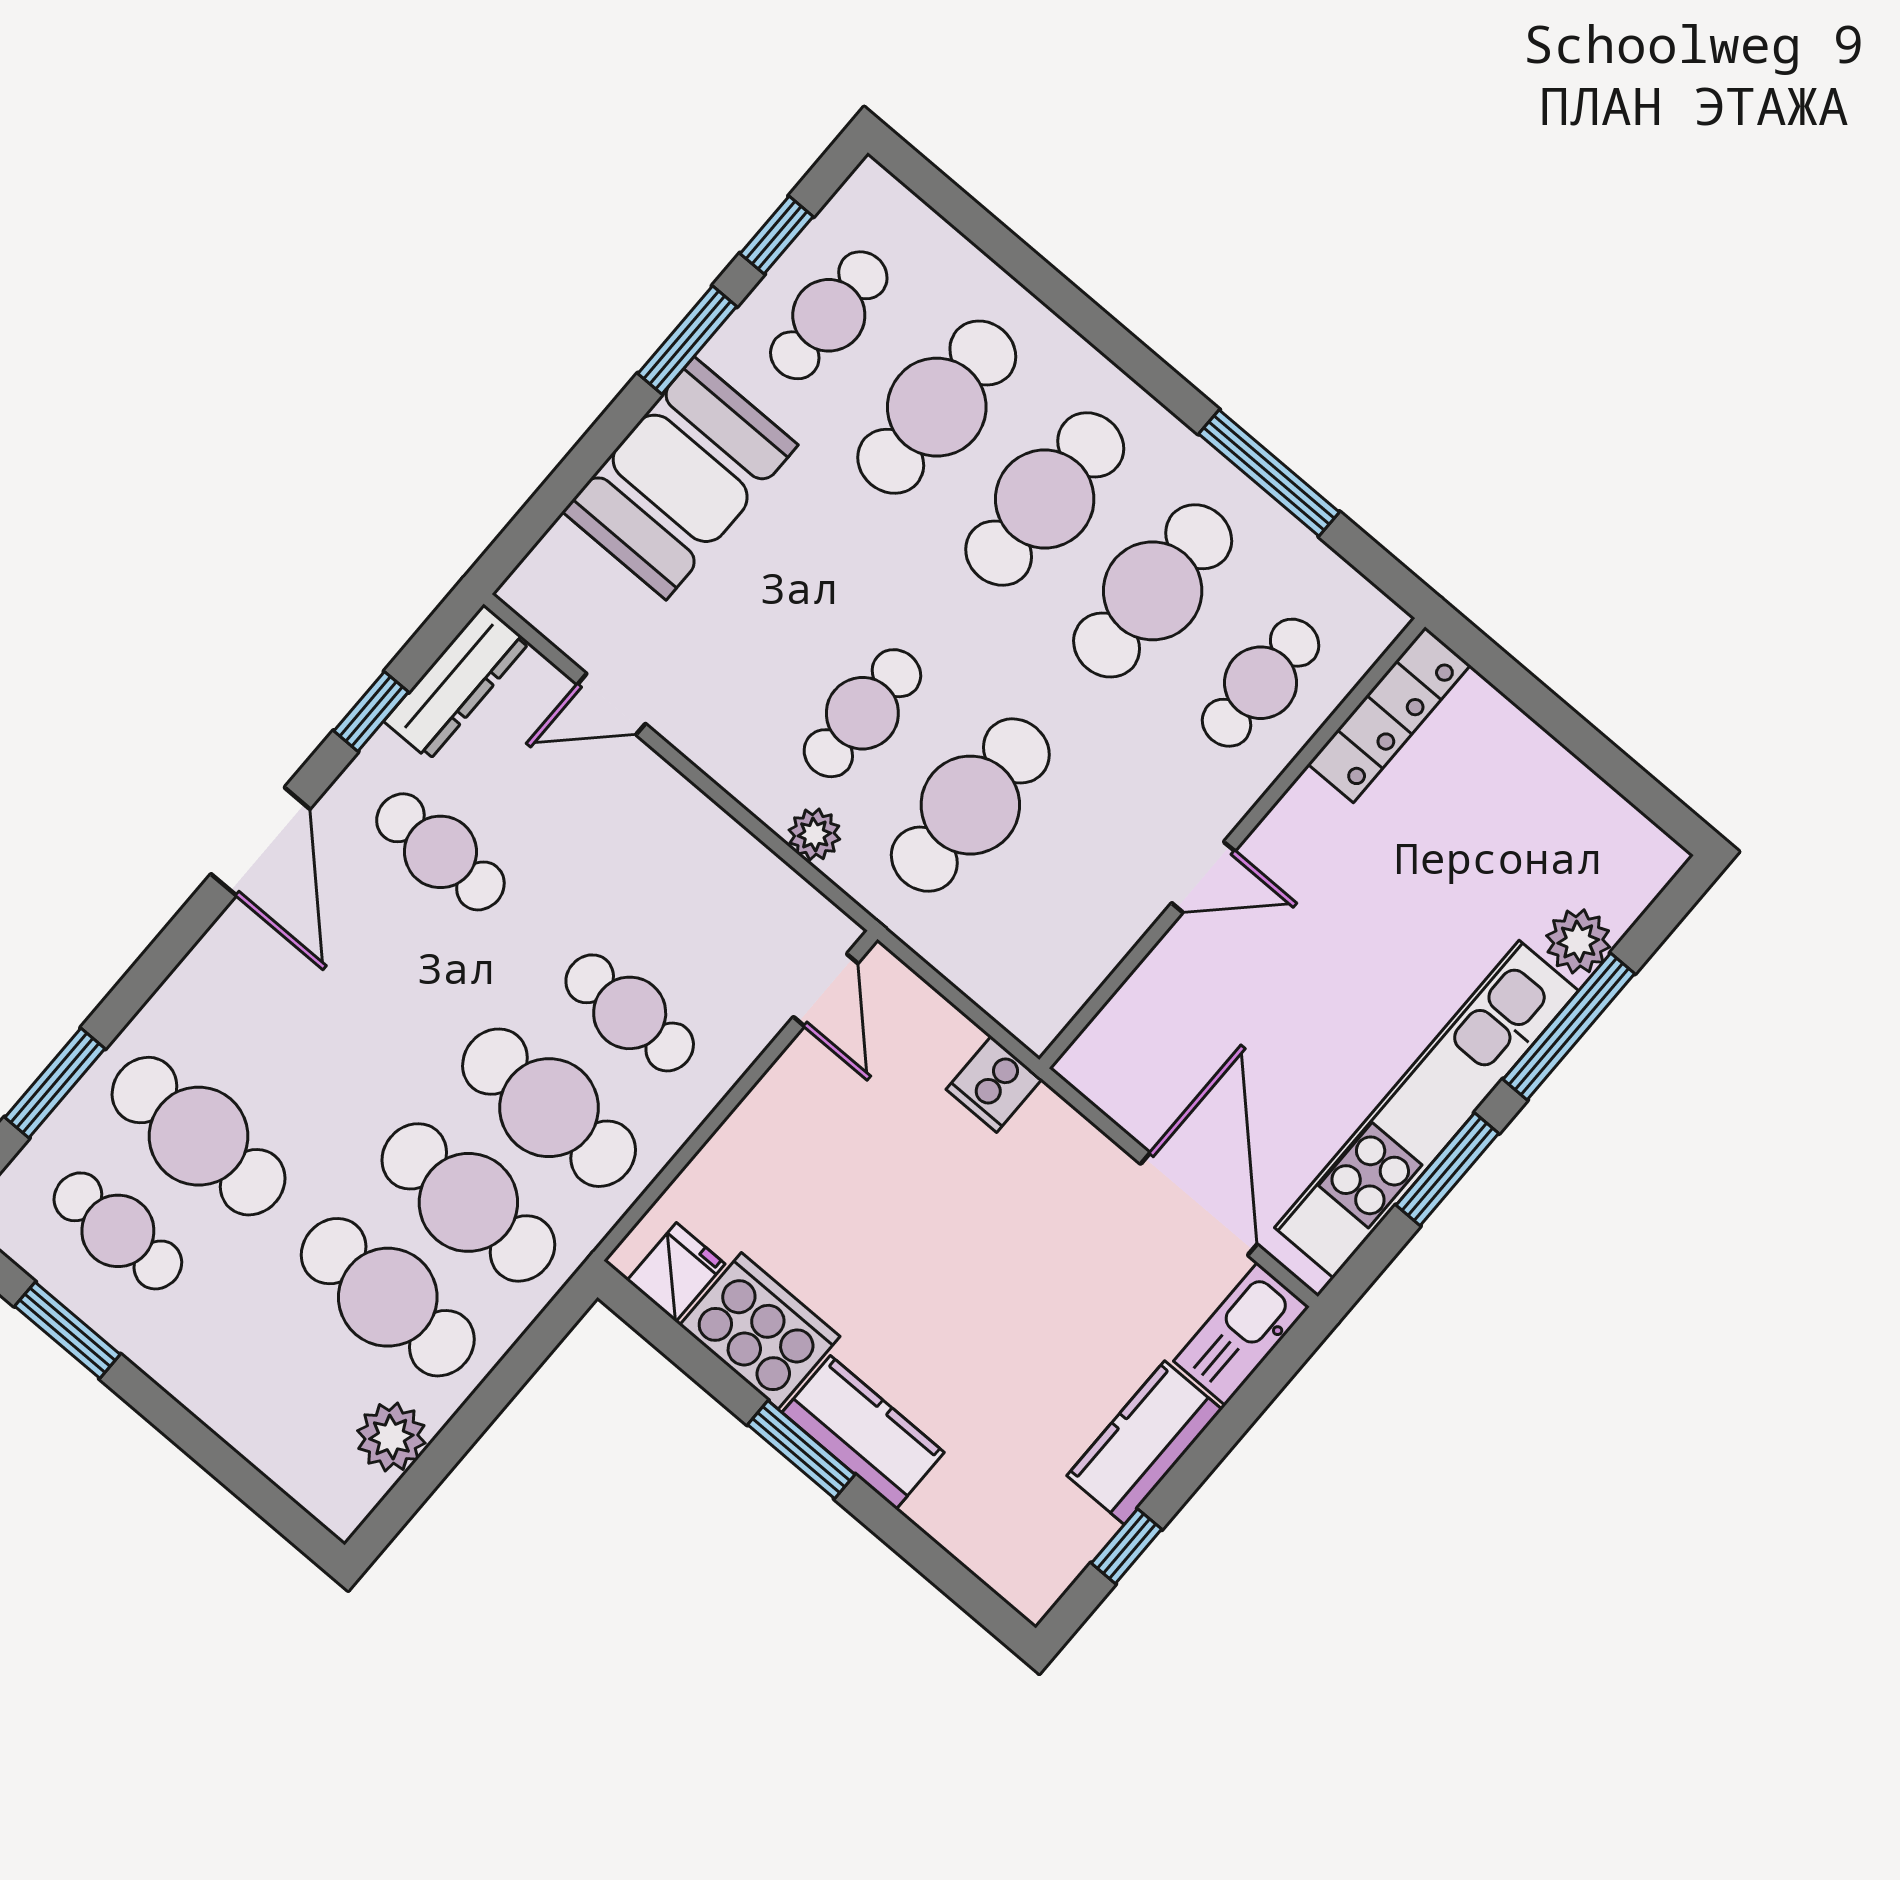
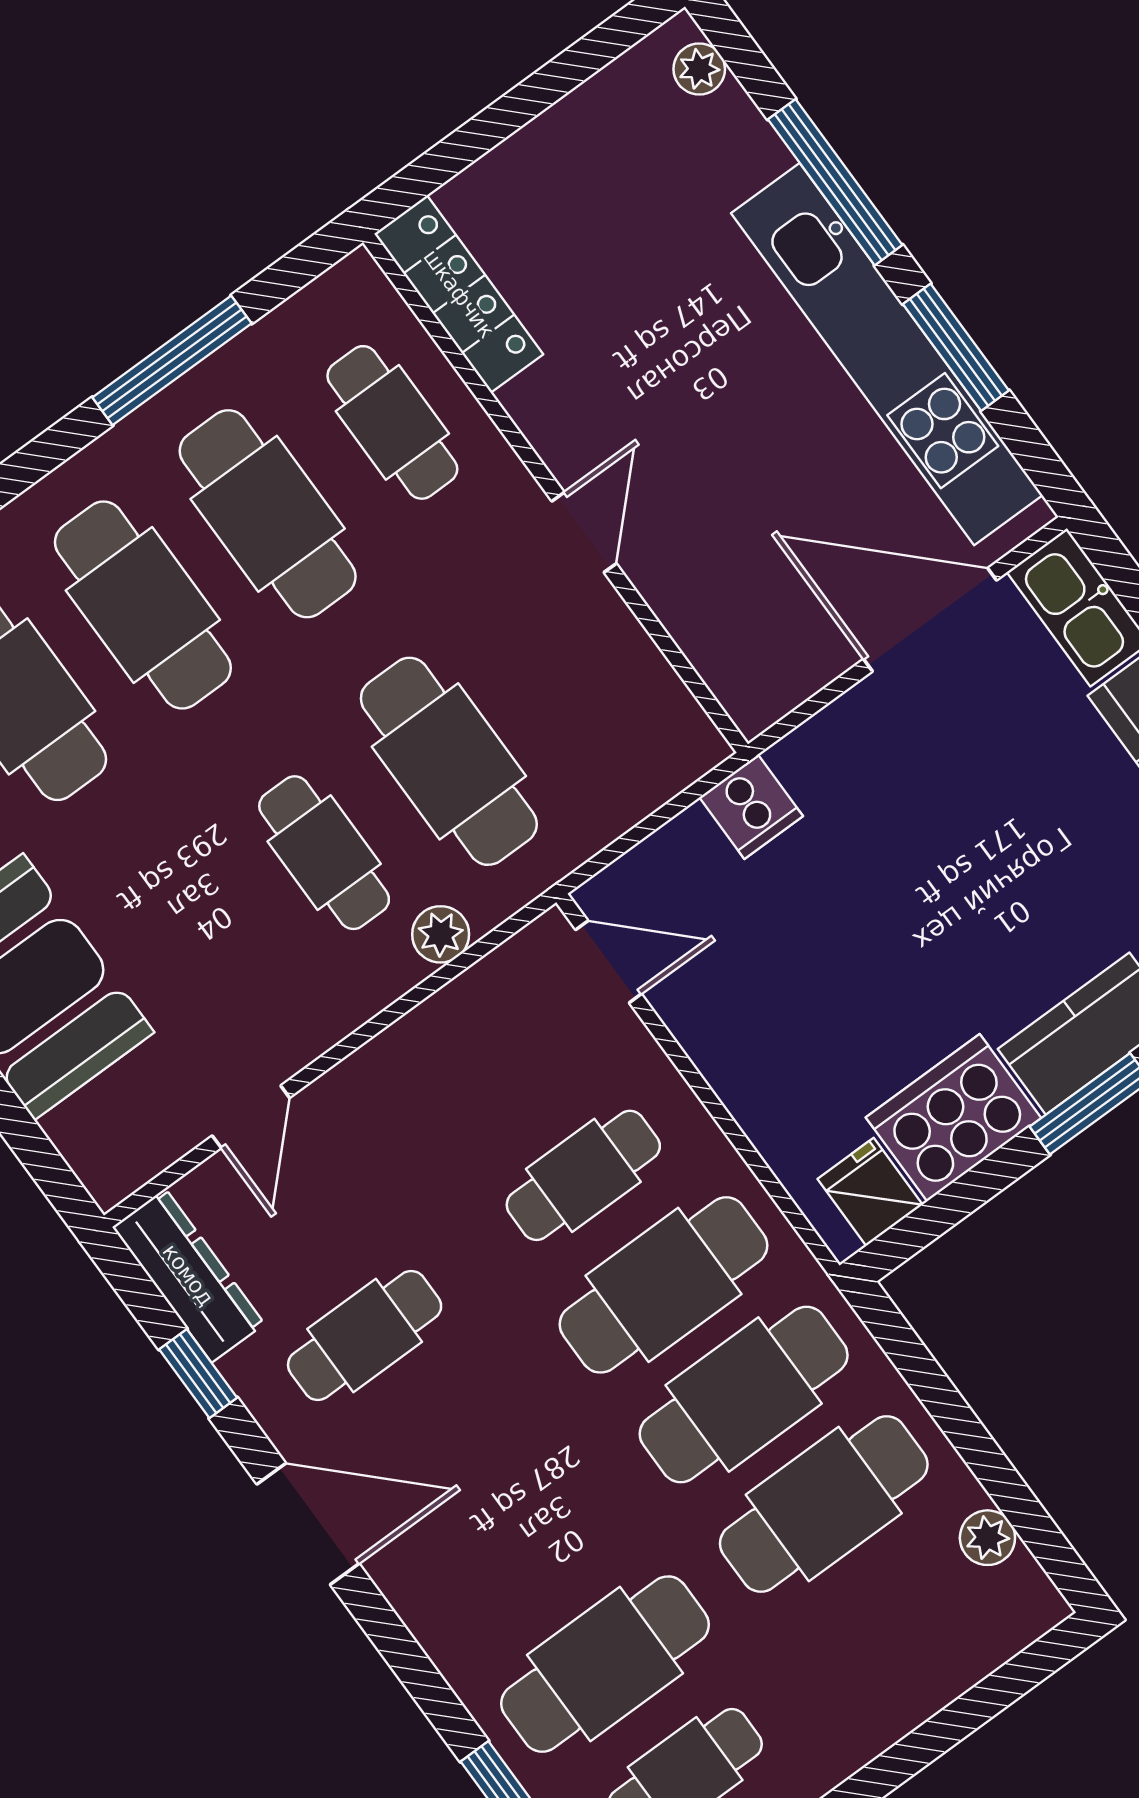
plant: (1578, 941) -> (699, 69), moved, width x0.73, depth x0.73
plant: (391, 1437) -> (987, 1538), width x0.73, depth x0.73

